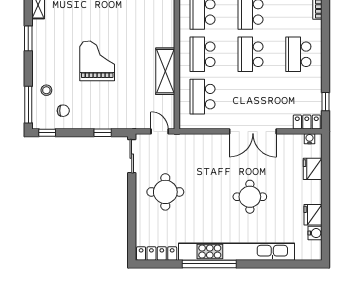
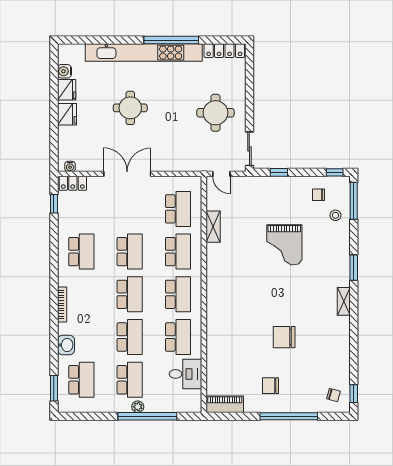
shelving: (165, 71) -> (213, 227), width x0.67, depth x0.75
fridge: (313, 169) -> (67, 114), moved

